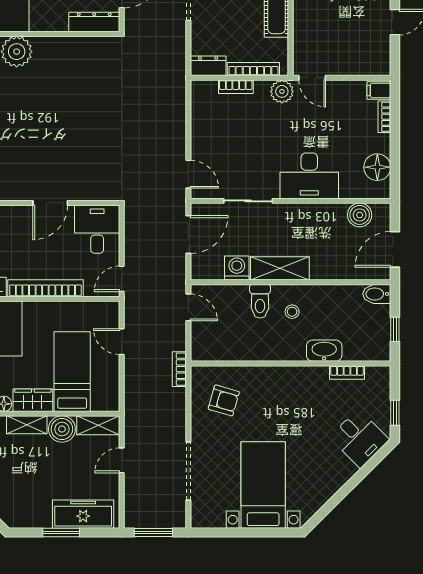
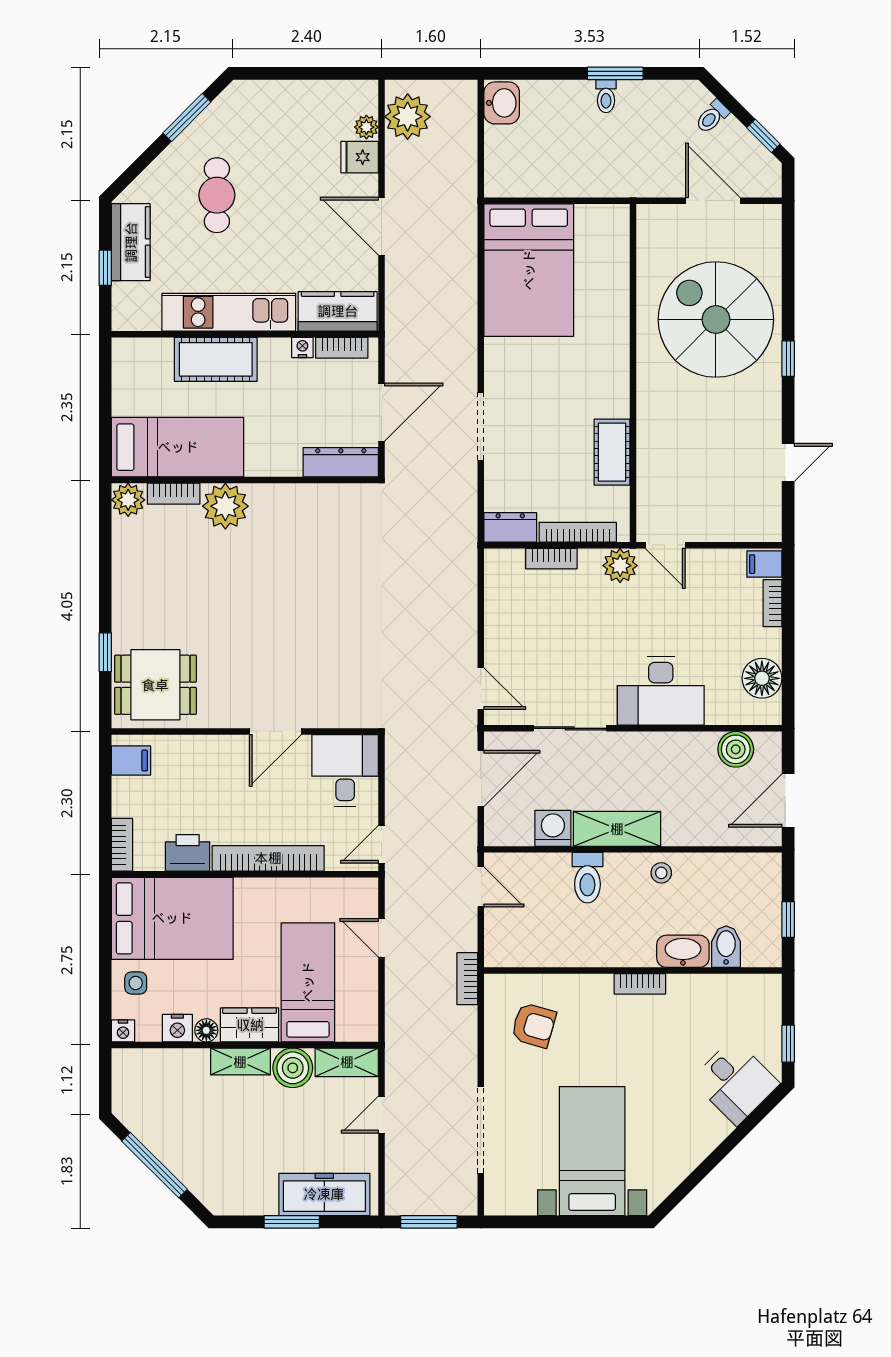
bidet: (377, 294) -> (726, 947), moved, turned 90
stool: (292, 312) -> (661, 873), moved
bookcase: (347, 373) -> (640, 984), moved

